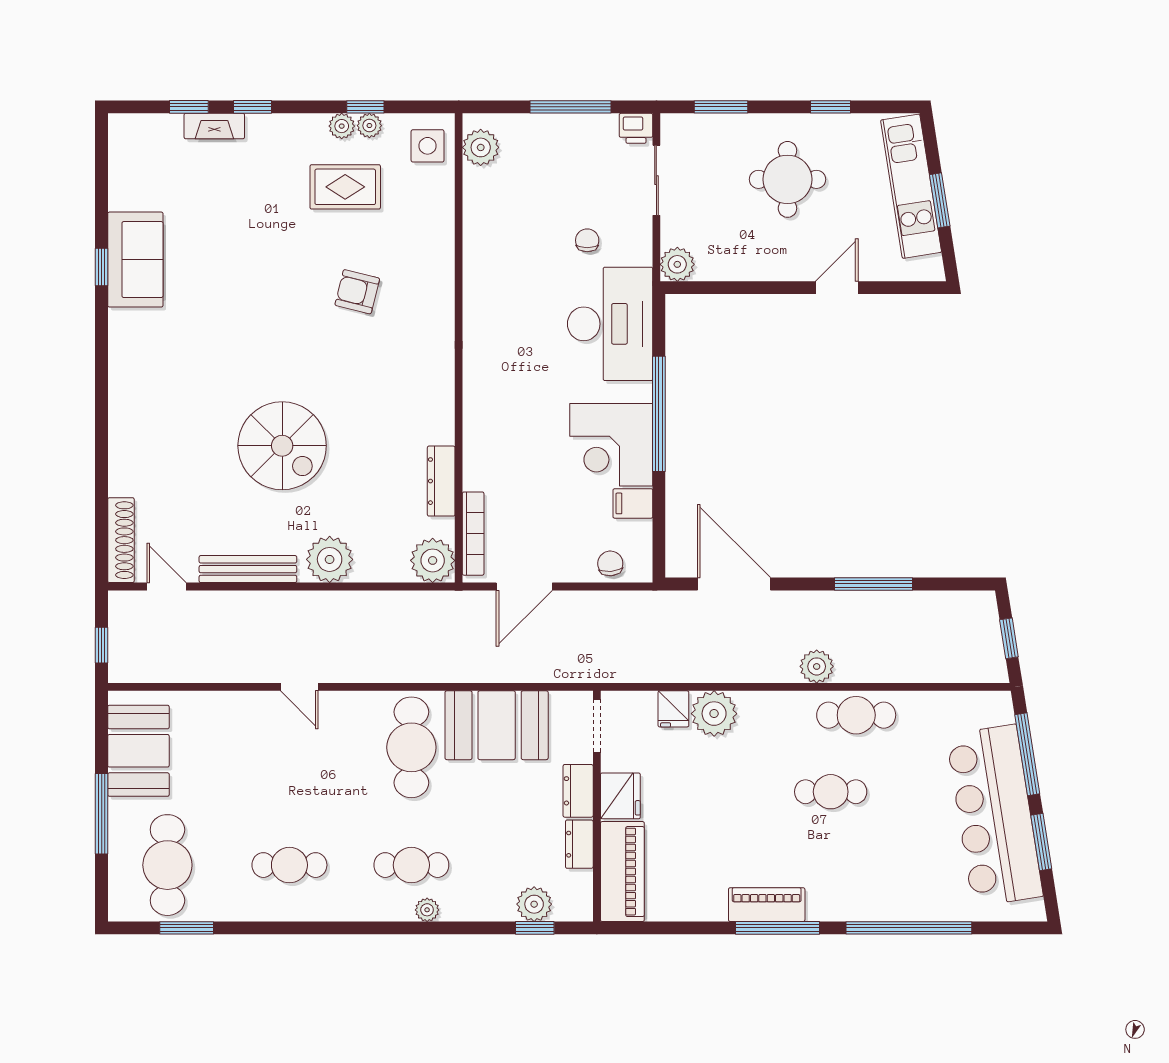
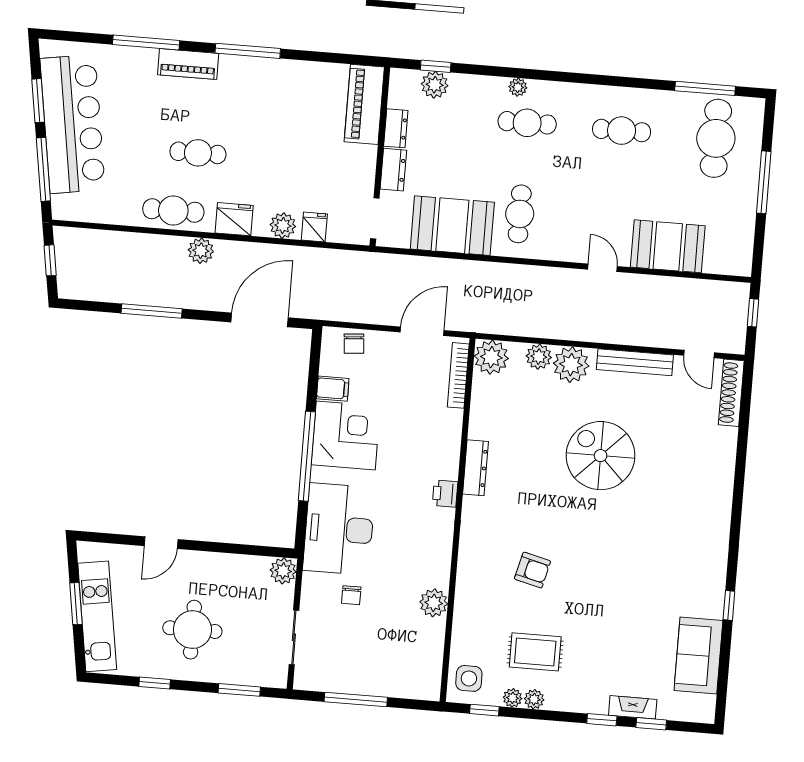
window: (365, 107) -> (484, 710), moved
printer: (636, 128) -> (445, 494), moved, turned -90
plant: (481, 147) -> (434, 603), moved
sofa: (135, 260) -> (698, 656), moved
dresser: (441, 481) -> (476, 468), moved
plant: (372, 566) -> (539, 357), added
door: (734, 584) -> (260, 320), swing flipped
plant: (714, 714) -> (283, 226), width x0.73, depth x0.73
cafe table: (411, 747) -> (520, 214), width x0.73, depth x0.74
booth: (138, 751) -> (668, 246), moved, turned 90
fridge: (620, 796) -> (234, 219), moved, turned 90
piano: (767, 905) -> (188, 64), moved
window: (187, 928) -> (705, 88), width x1.44
window: (909, 928) -> (146, 42), width x0.68

